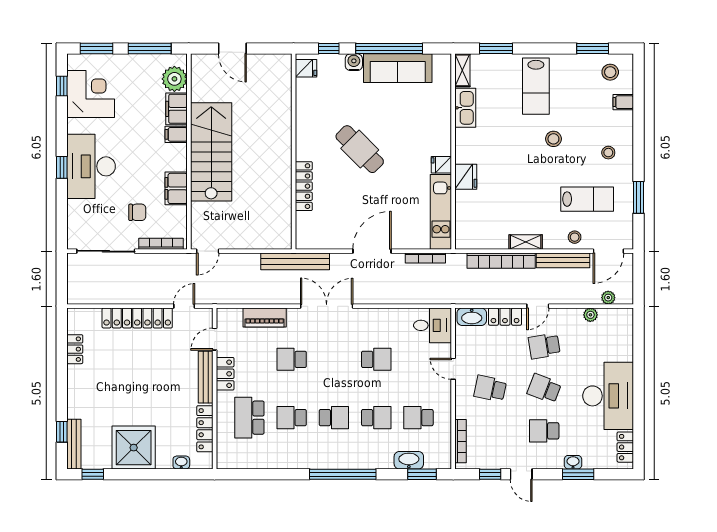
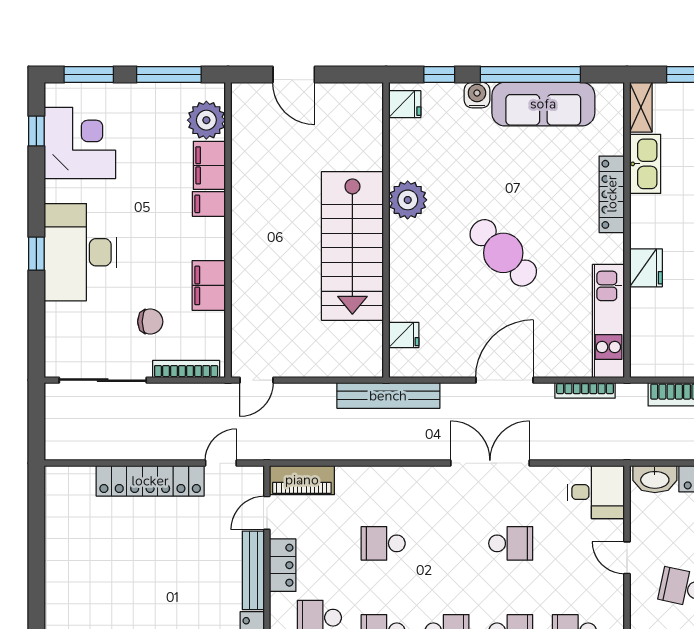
plant: (308, 132) -> (408, 200), added
cafe table: (360, 149) -> (503, 253), moved
stairs: (211, 152) -> (352, 246), moved, turned 180
fridge: (441, 165) -> (404, 335), moved, turned 180
locker: (304, 186) -> (612, 194), moved, turned 180
double door: (327, 306) -> (490, 463), moved
piano: (265, 317) -> (302, 480), moved
locker: (75, 349) -> (56, 528), removed

